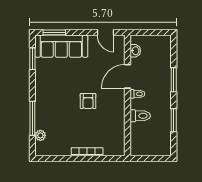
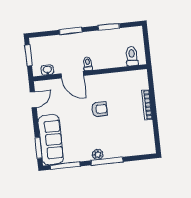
window: (153, 32) -> (28, 55), added
window: (32, 59) -> (65, 166), width x1.44
toilet: (140, 116) -> (132, 56), moved
window: (32, 118) -> (107, 161), moved
plant: (40, 135) -> (98, 154), moved

